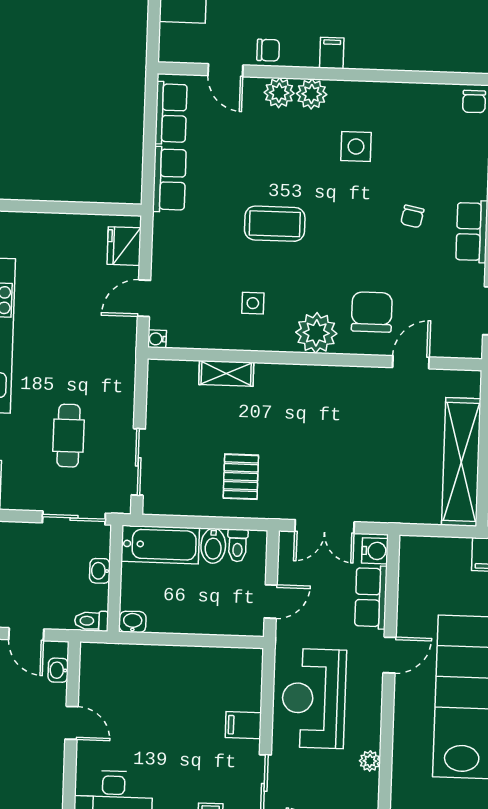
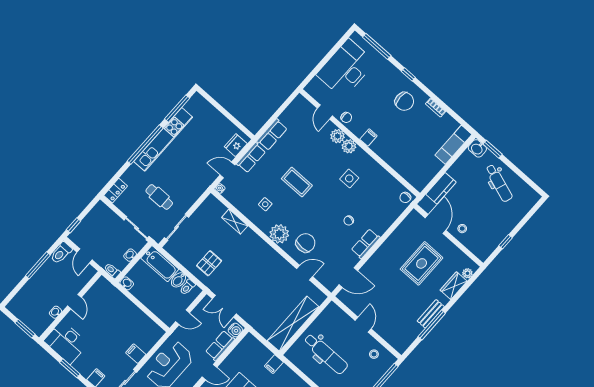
row of seats: (171, 113) -> (251, 158), moved
cafe table: (69, 436) -> (159, 197), turned 90
washbasin: (58, 670) -> (56, 312), moved

